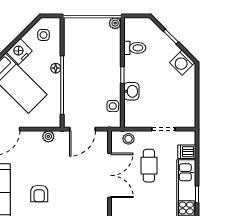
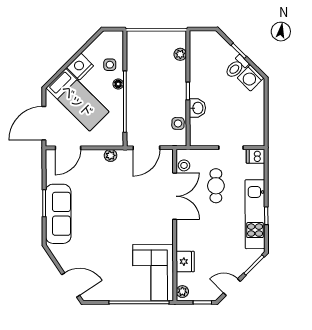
plant: (115, 23) -> (180, 54), moved
side table: (44, 35) -> (110, 65), moved
toilet: (135, 48) -> (237, 67), moved, turned 135
stool: (129, 139) -> (184, 165), moved
dishwasher: (187, 152) -> (255, 156), moved
armchair: (39, 193) -> (101, 215), removed

